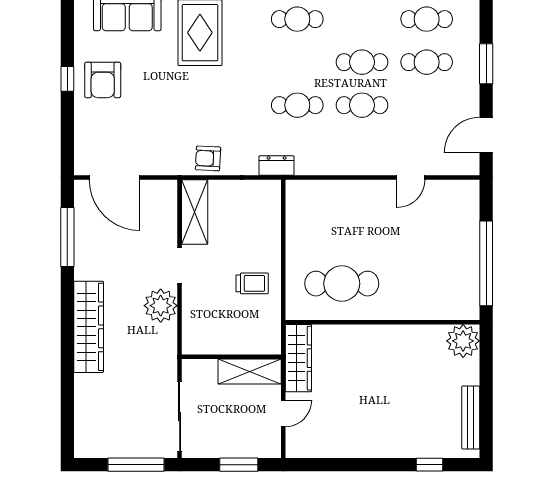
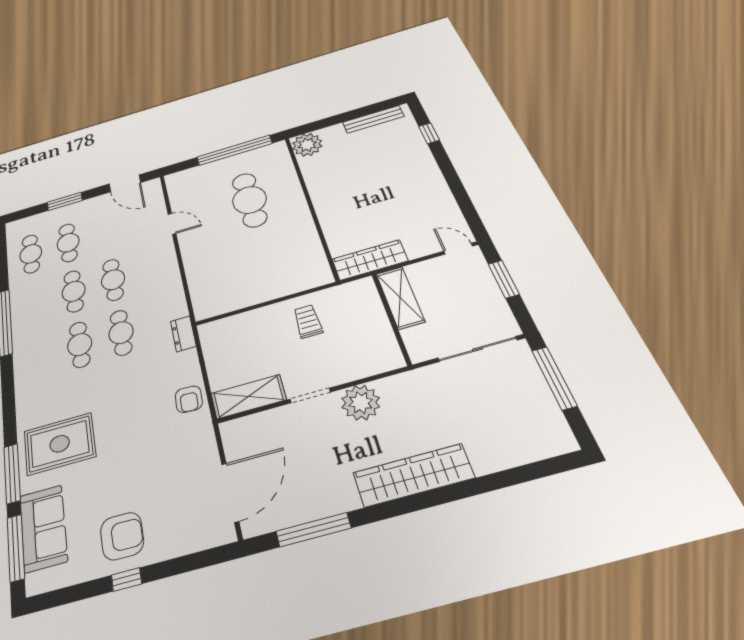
cafe table: (297, 19) -> (80, 345), moved
cafe table: (342, 284) -> (249, 200), moved
door: (283, 413) -> (458, 249), moved

